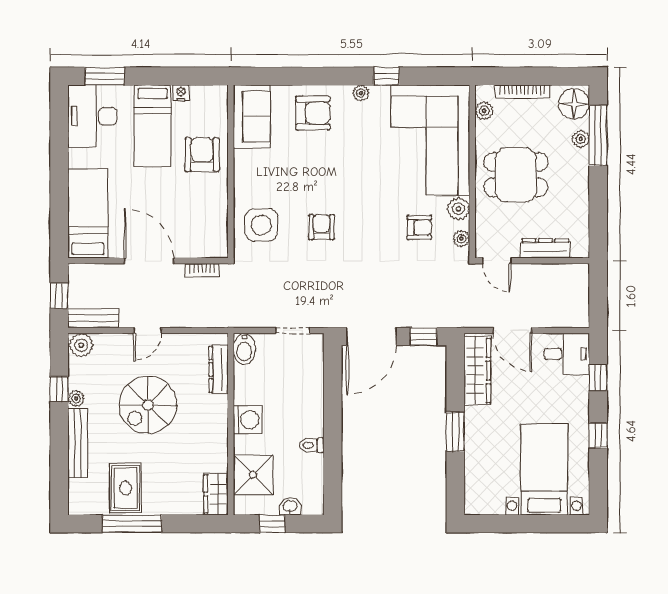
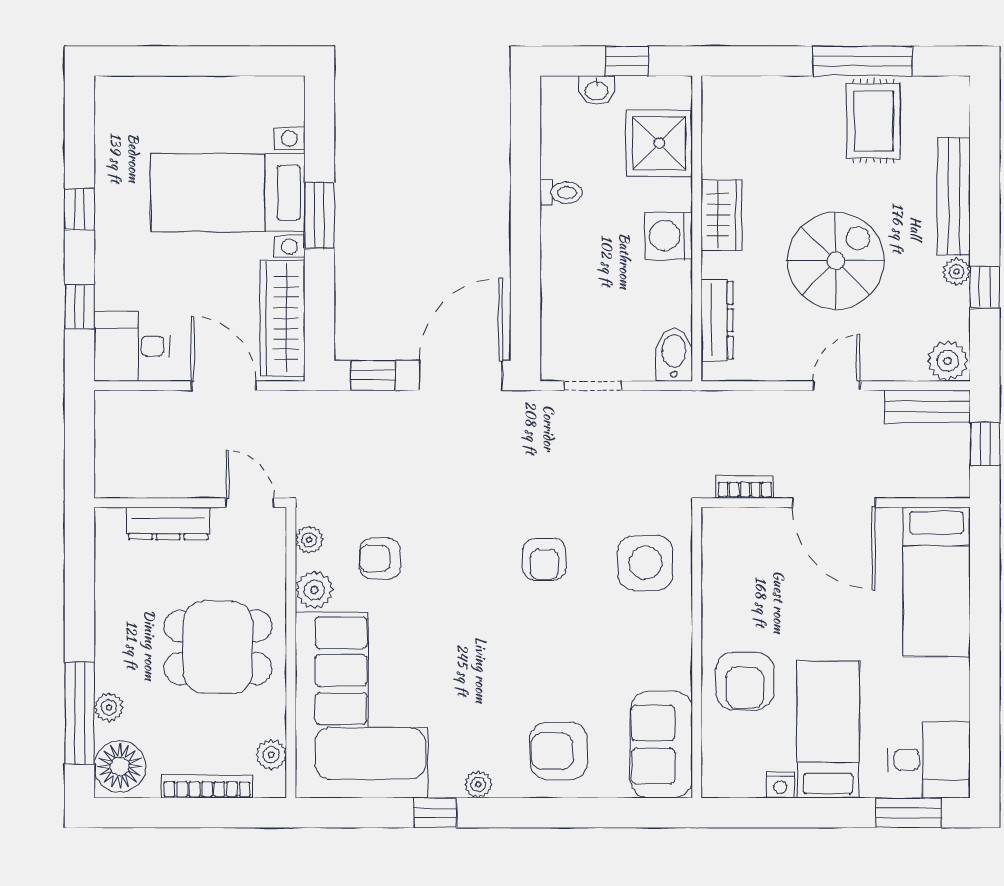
desk: (92, 116) -> (929, 760), width x0.73
bed with nightstands: (544, 469) -> (228, 193), moved, turned 90
wardrobe: (216, 494) -> (721, 215), moved

